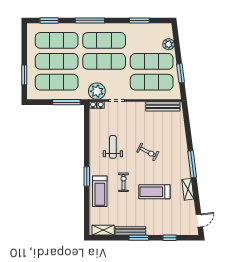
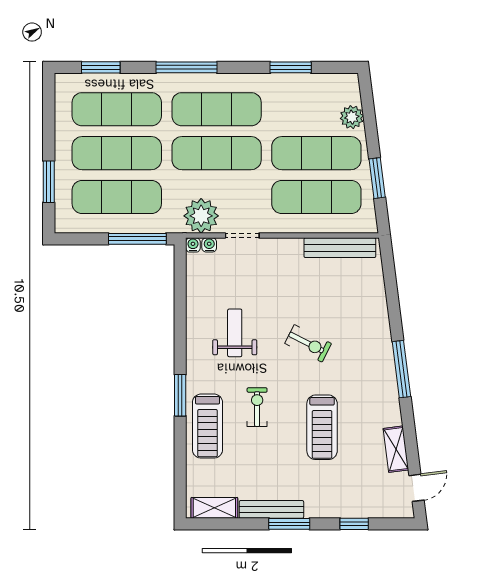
shelving: (188, 189) -> (396, 449), moved
treadmill: (154, 192) -> (322, 427), turned -90

